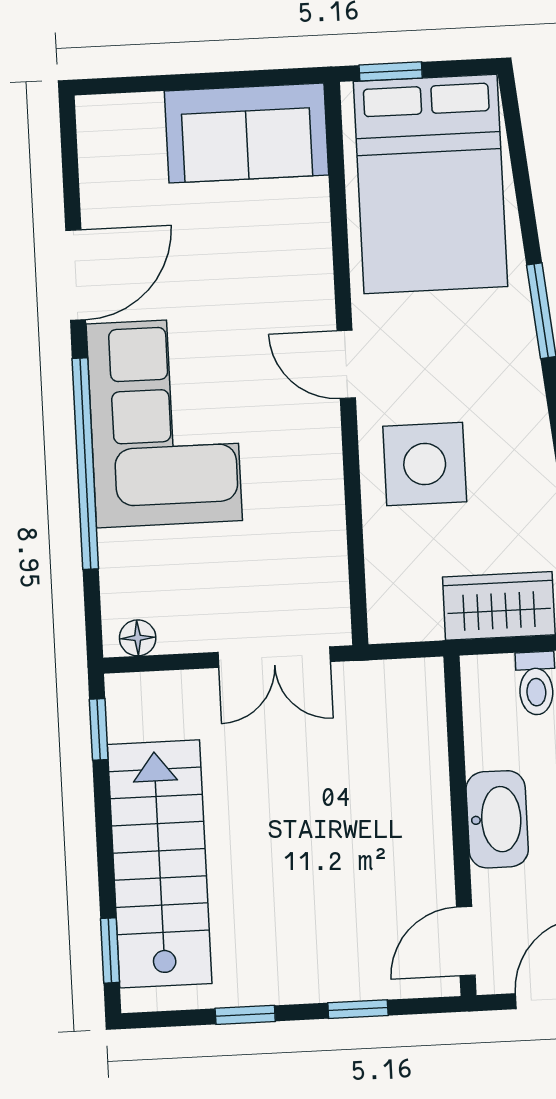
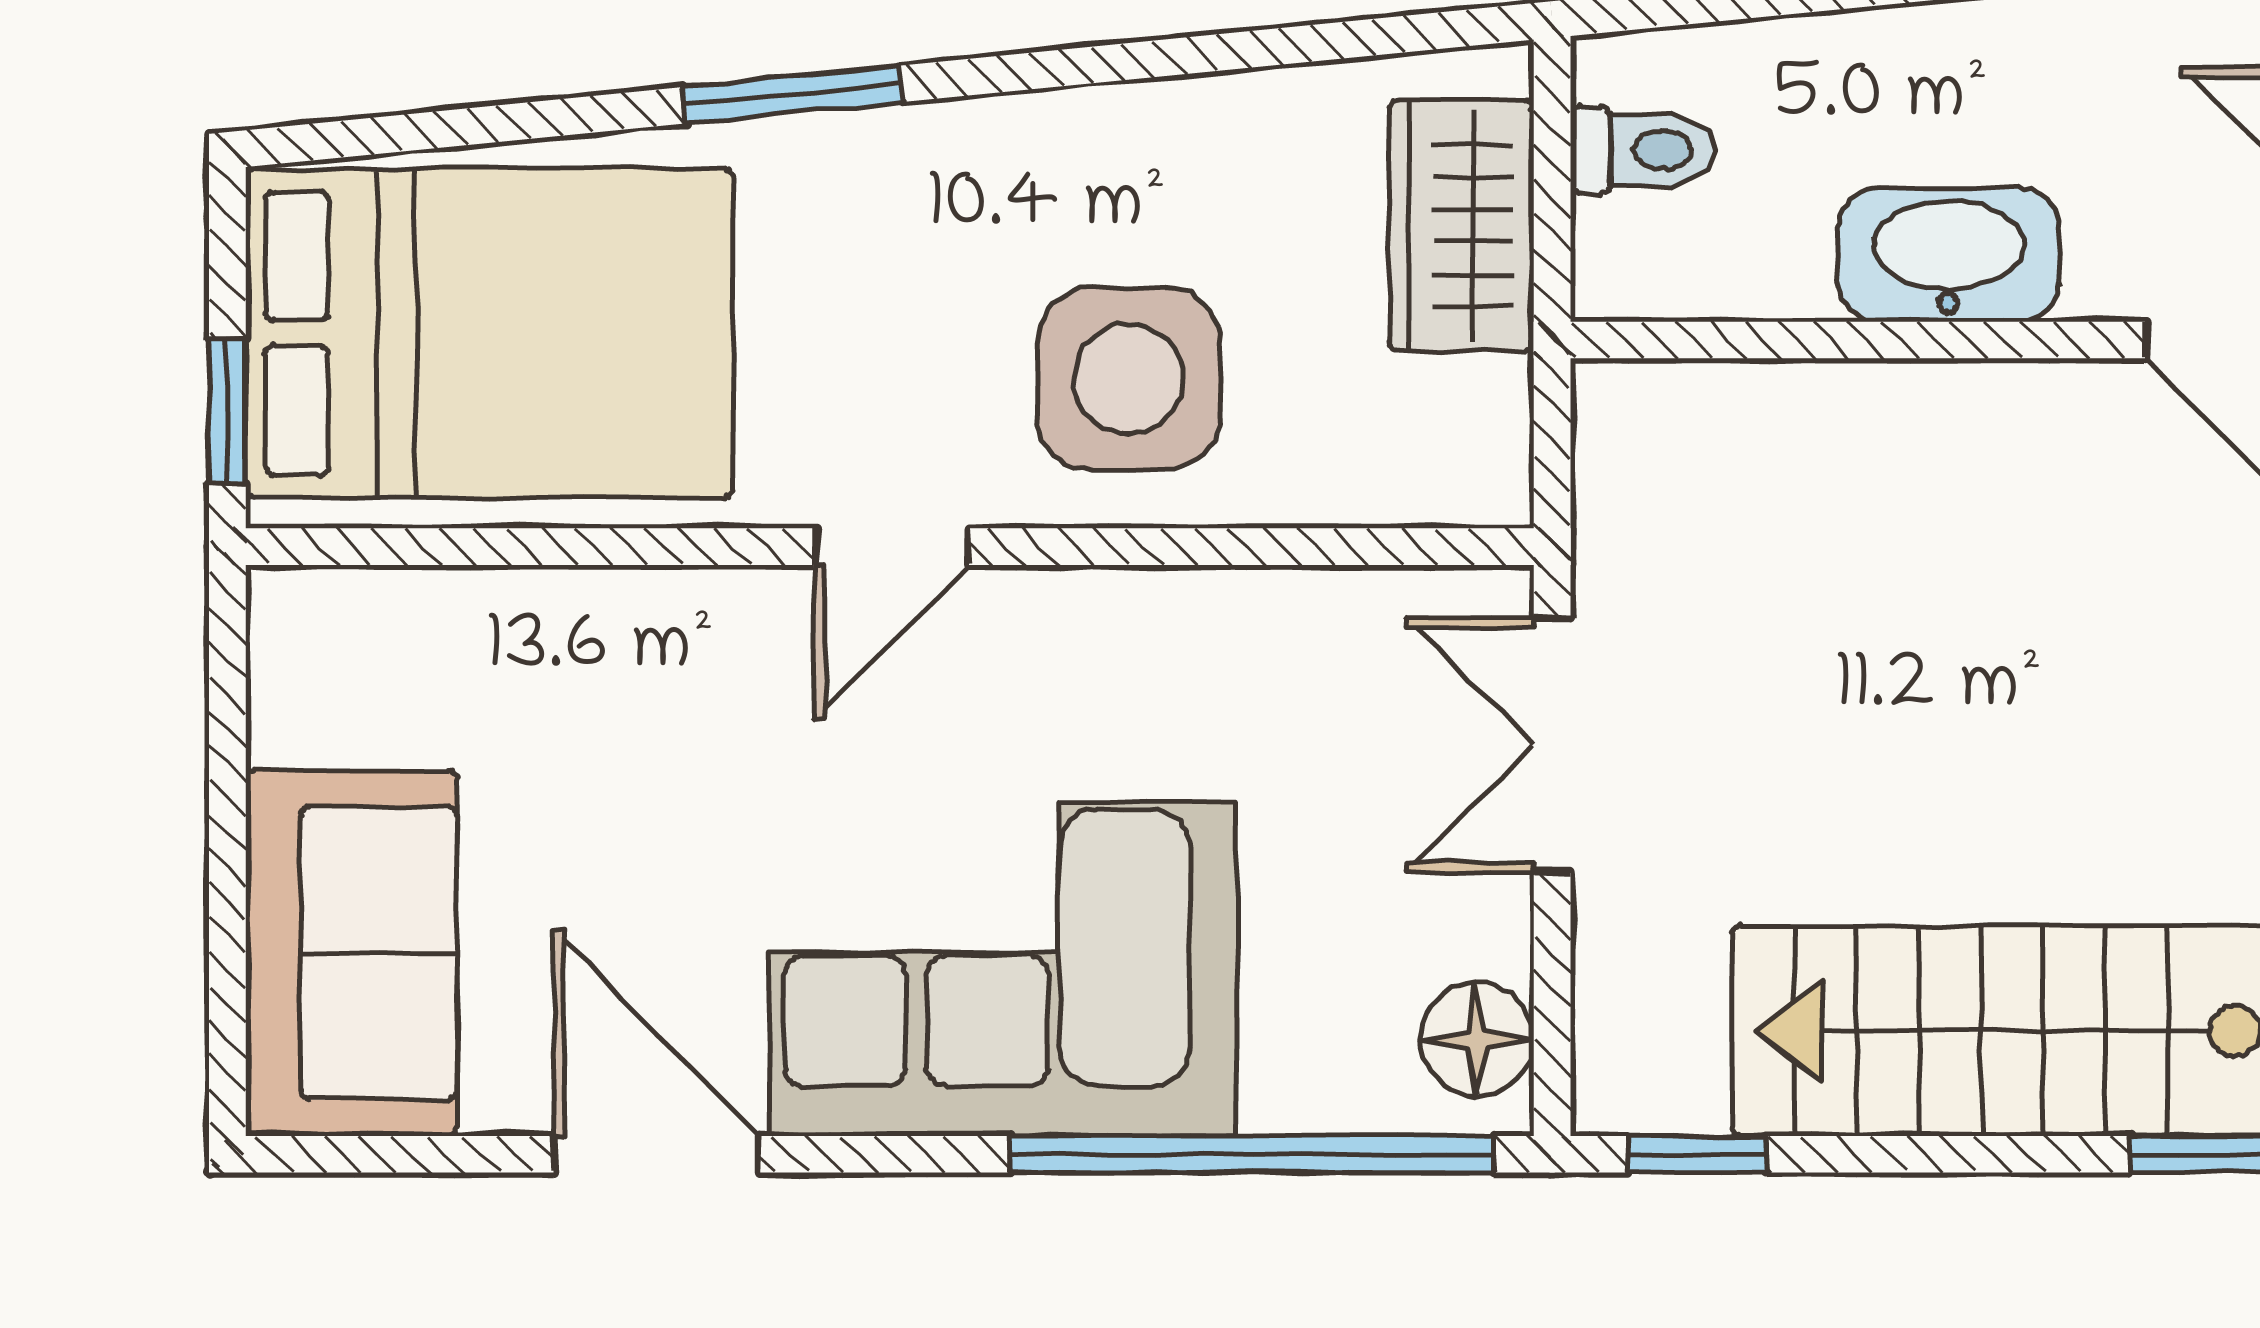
sofa: (247, 133) -> (351, 953), moved
window: (85, 464) -> (1252, 1154), moved
floor lamp: (138, 638) -> (1477, 1039), width x1.37, depth x1.37
double door: (274, 657) -> (1552, 745), swing flipped

